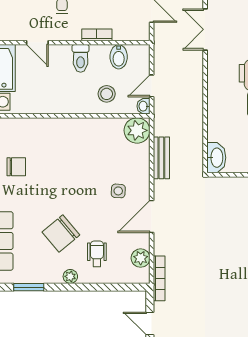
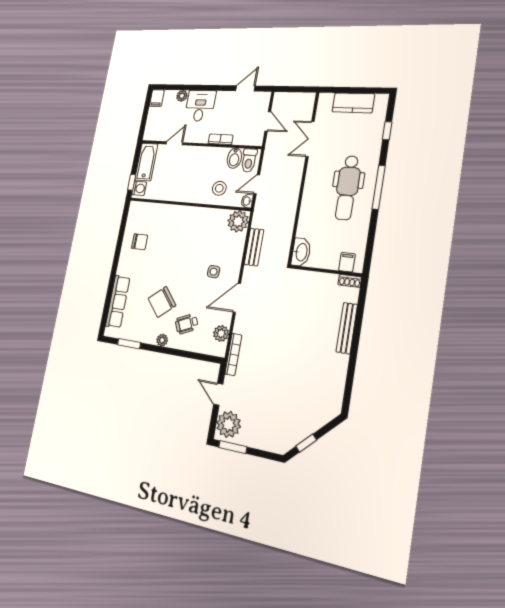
door: (37, 43) -> (174, 143), swing flipped
toilet: (81, 58) -> (249, 160), moved
wheelchair: (97, 254) -> (187, 324), turned -114

